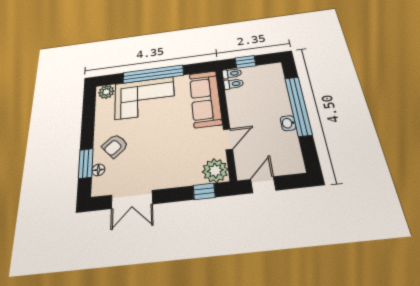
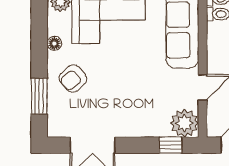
floor lamp: (98, 170) -> (54, 43), moved

